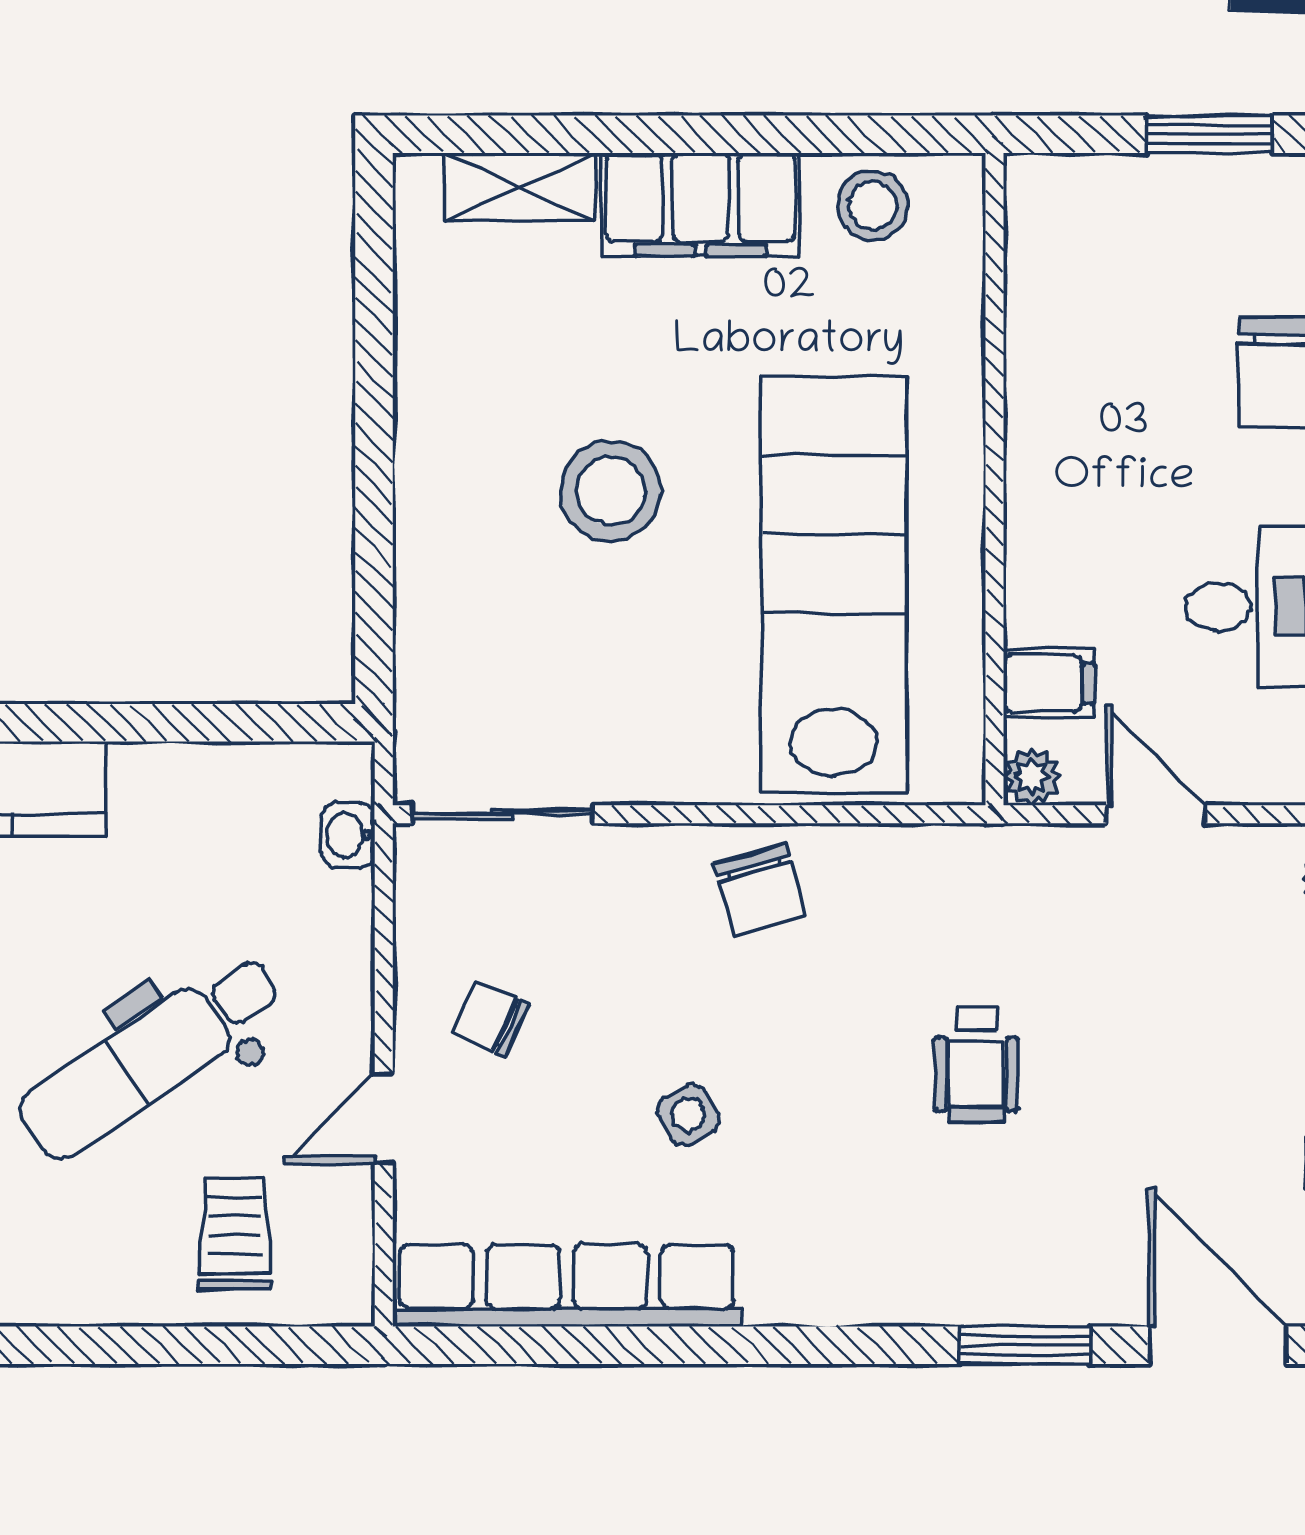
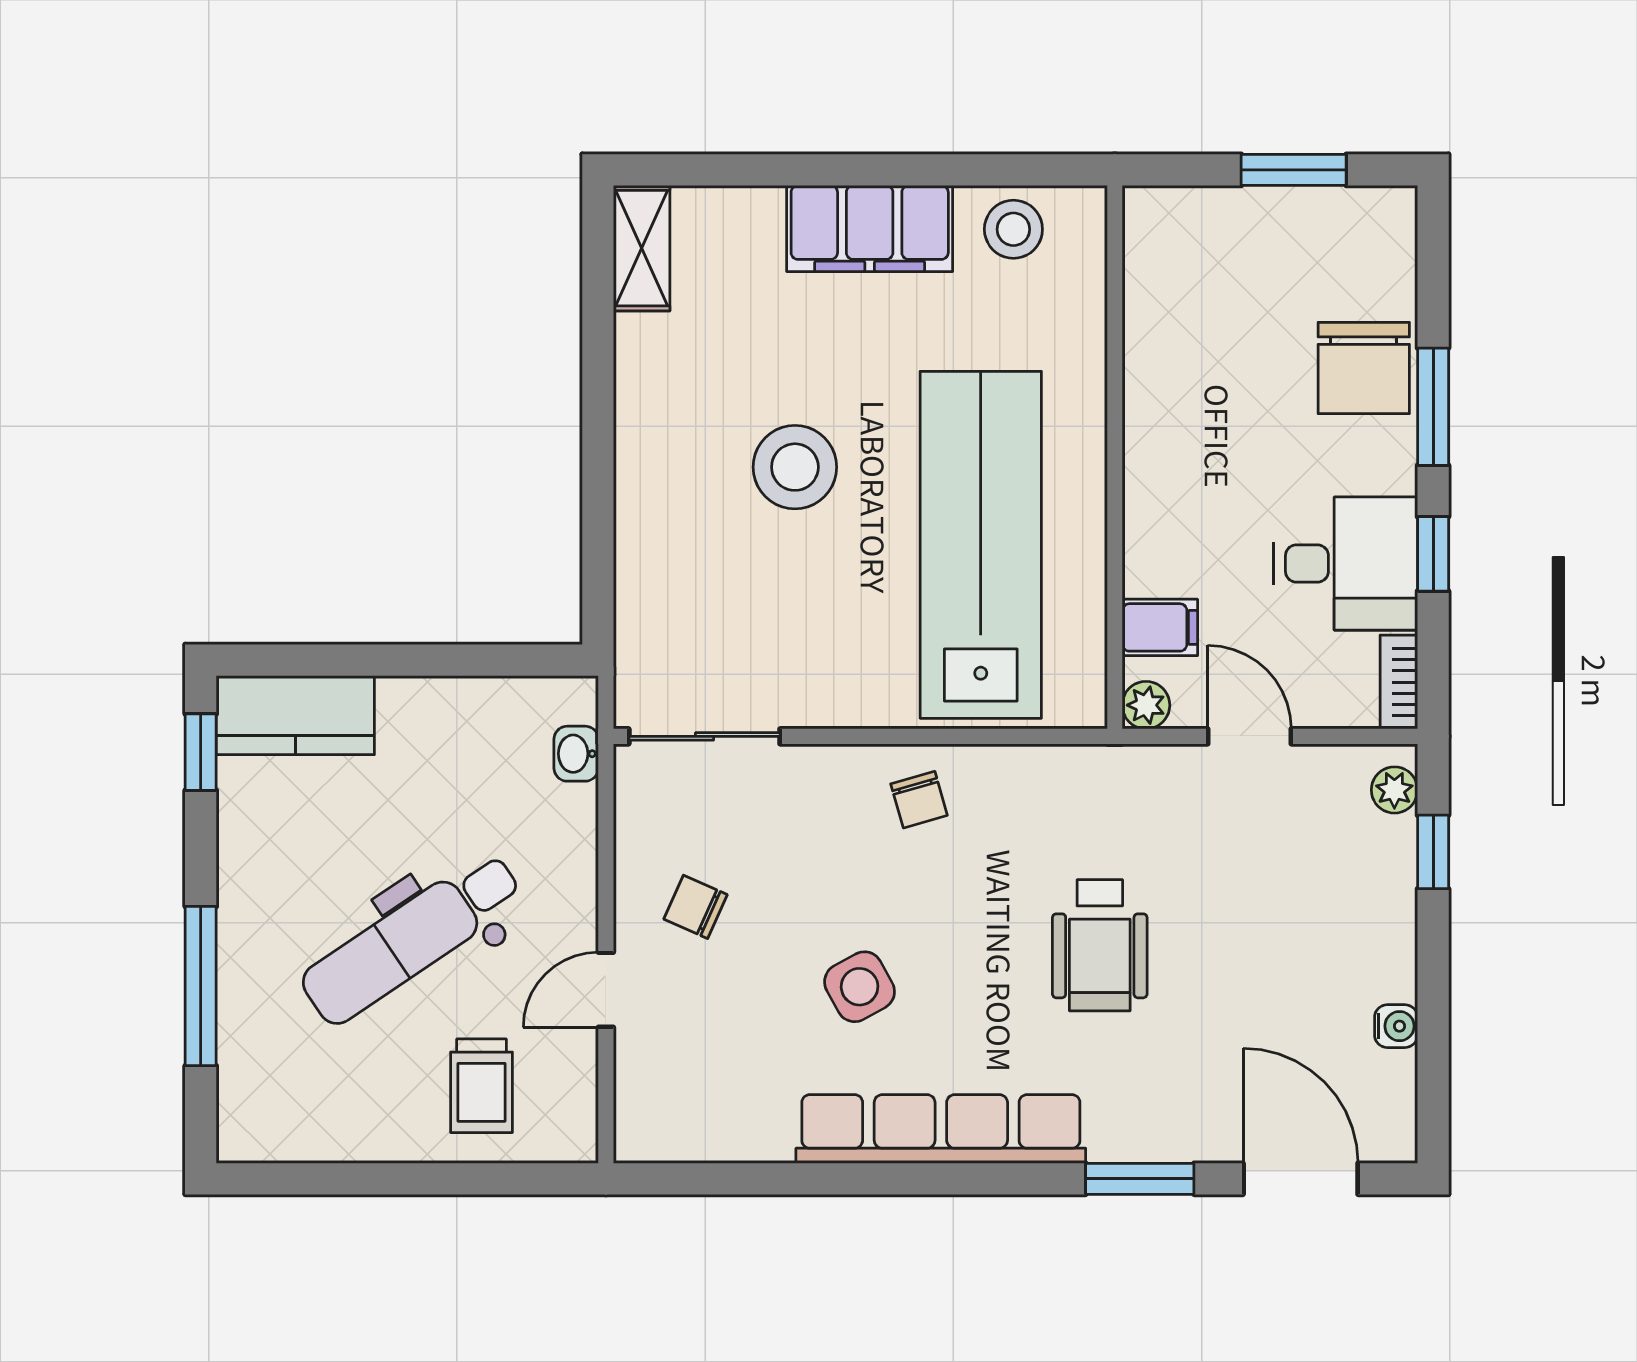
shelving: (519, 187) -> (642, 248), moved, turned 90
chair: (760, 890) -> (919, 800), width x0.73, depth x0.73
wheelchair: (977, 1065) -> (1100, 945), width x1.36, depth x1.37
side table: (688, 1115) -> (860, 987), width x1.37, depth x1.37
trolley: (235, 1234) -> (482, 1086), turned 180
row of seats: (567, 1285) -> (941, 1129), moved

